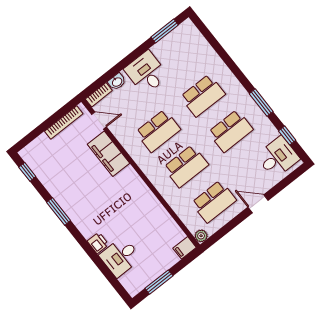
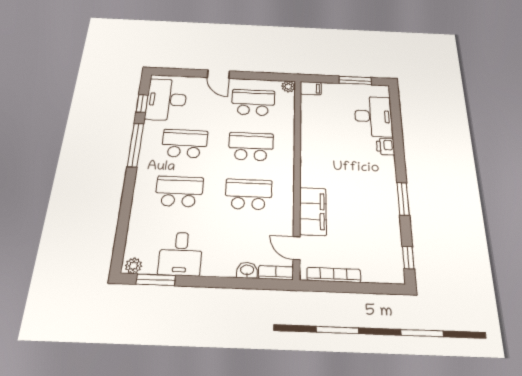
plant: (185, 28) -> (133, 266), added
desk: (146, 73) -> (181, 254), moved
window: (261, 103) -> (135, 145), width x1.44
desk: (278, 157) -> (166, 100), width x1.37
desk: (120, 257) -> (373, 116), width x1.37

